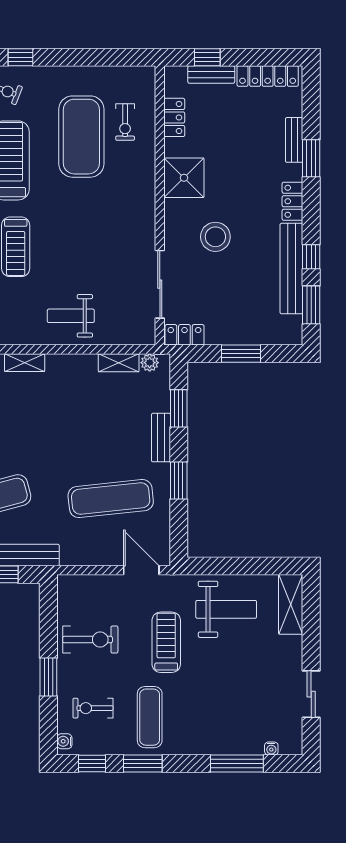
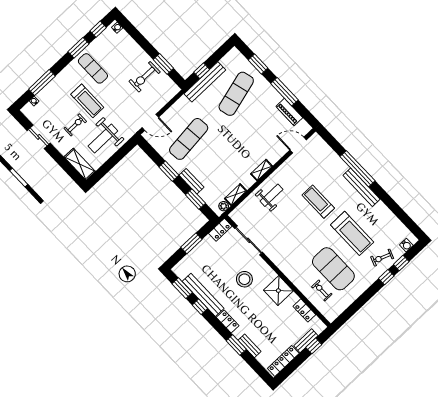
shelving: (25, 363) -> (262, 170), moved
treadmill: (166, 642) -> (87, 101), moved
window: (48, 677) -> (163, 64), moved
exercise bike: (93, 708) -> (75, 125), moved

